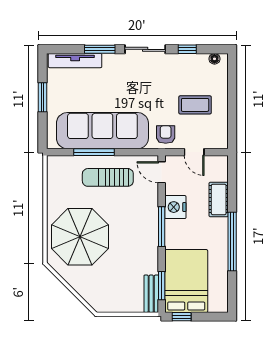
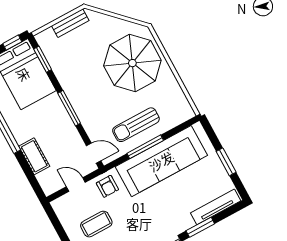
window: (94, 152) -> (145, 147), moved
sun lounger: (108, 177) -> (136, 125), turned 180
nightstand: (175, 207) -> (67, 131), removed
bench: (151, 294) -> (70, 23), moved, turned 90

